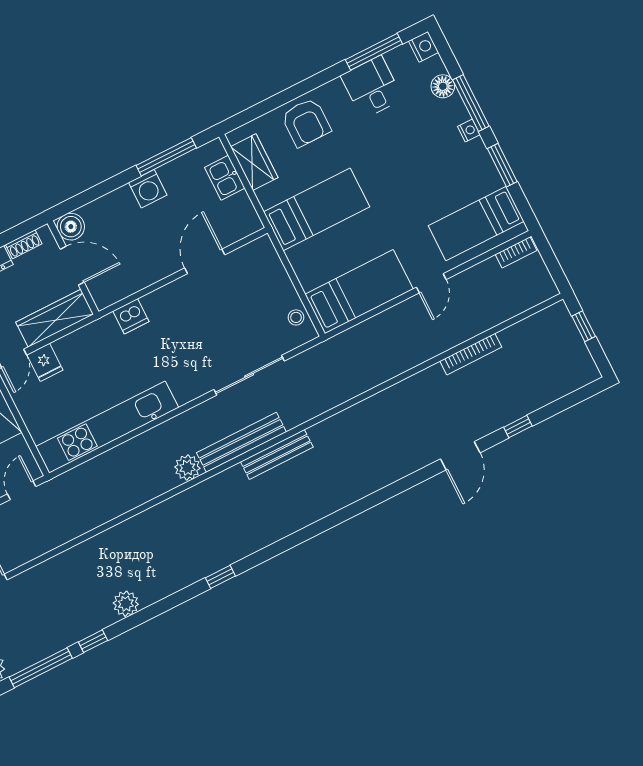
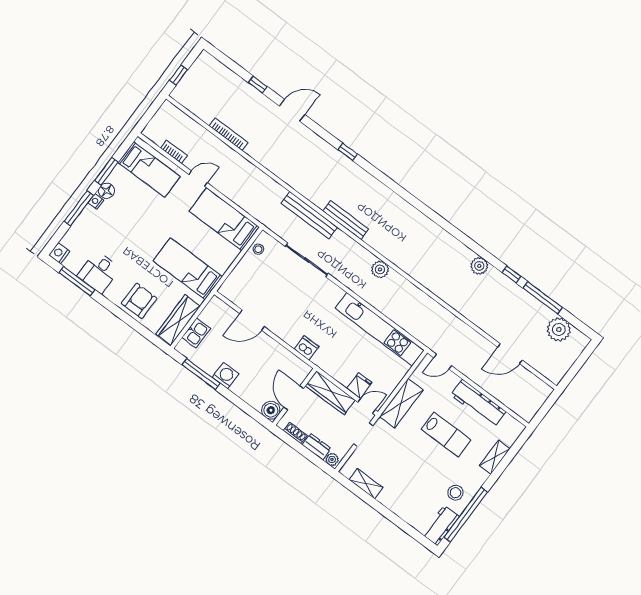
floor lamp: (443, 86) -> (106, 191), moved
wardrobe: (254, 162) -> (178, 320), width x1.50
bookcase: (516, 252) -> (174, 152), moved
bench: (241, 442) -> (309, 215), moved
window: (220, 577) -> (348, 152), moved

